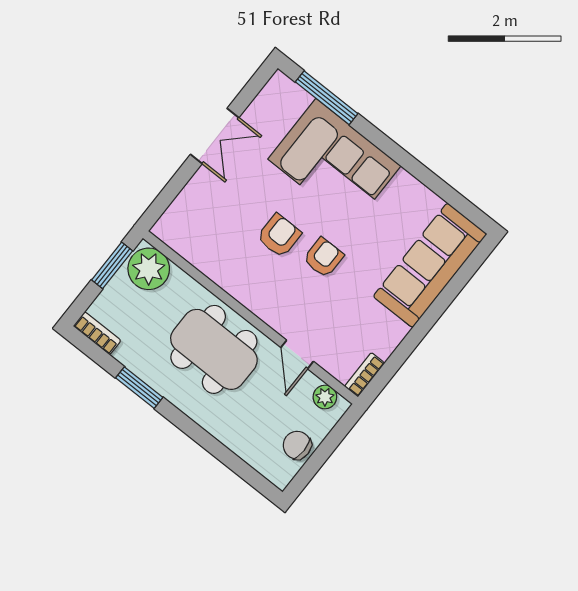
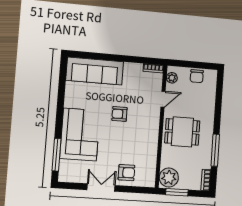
armchair: (279, 236) -> (126, 173), moved, turned 180
dining table: (214, 349) -> (182, 132), width x0.73
window: (139, 388) -> (215, 150), width x1.44

